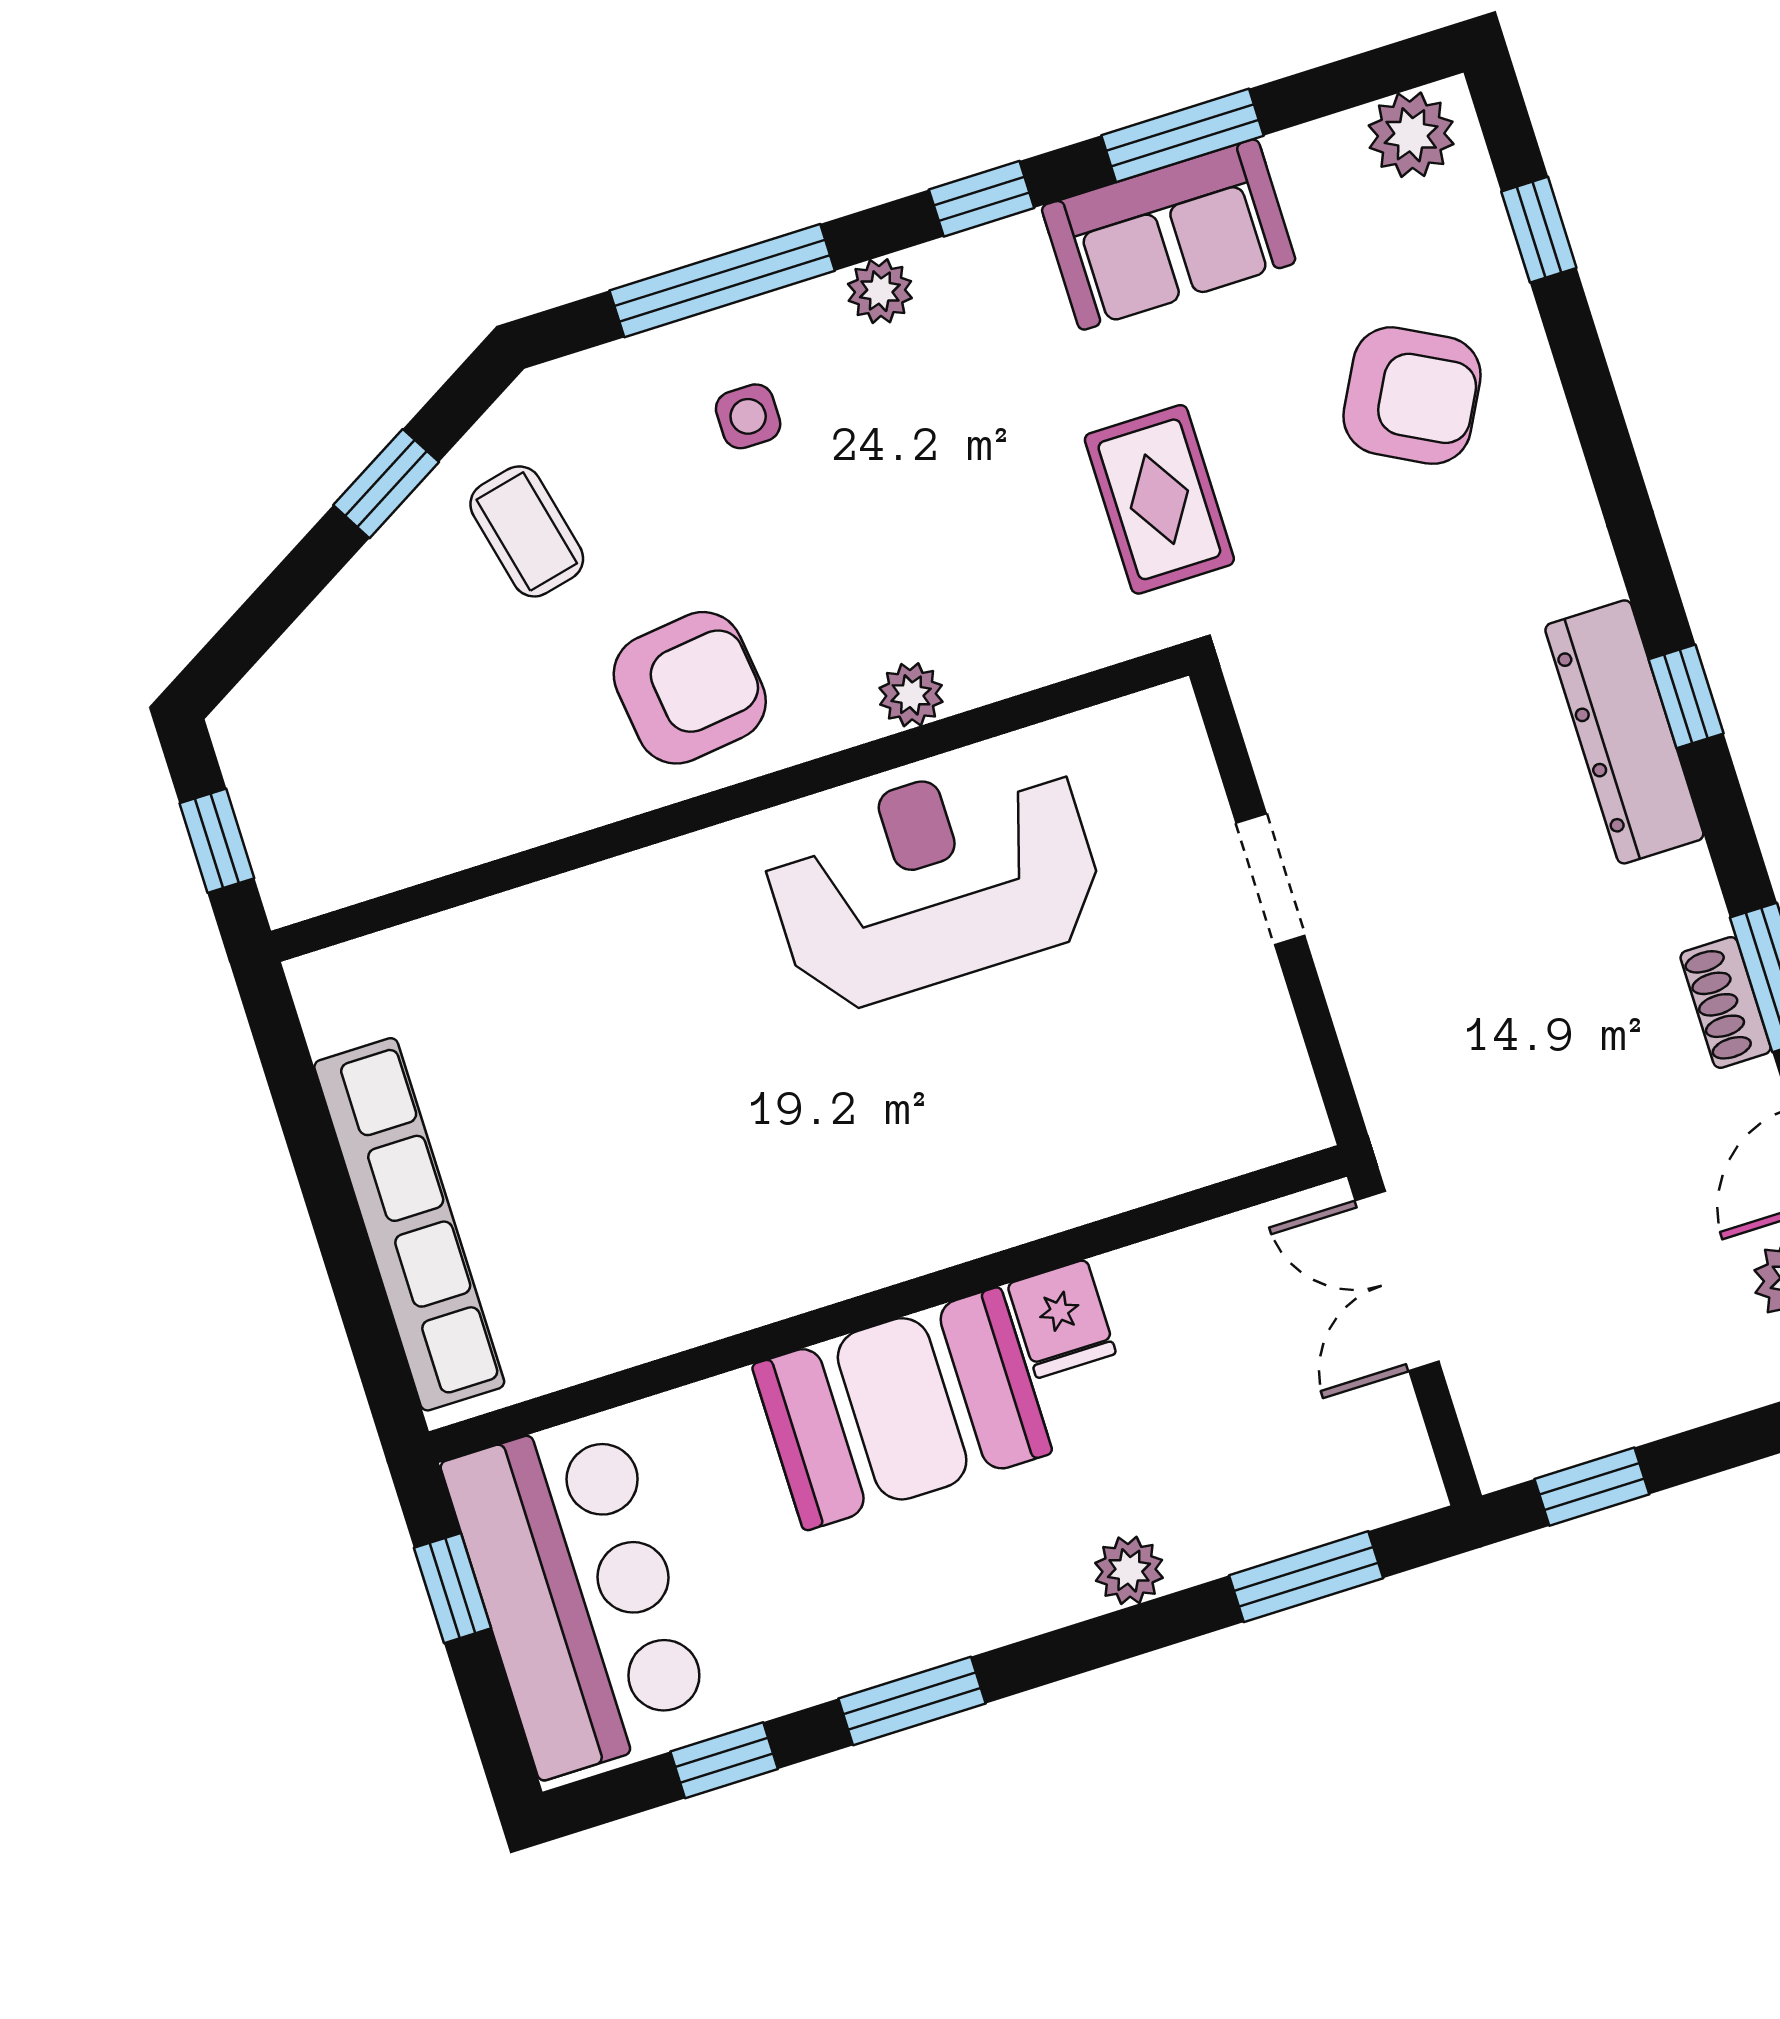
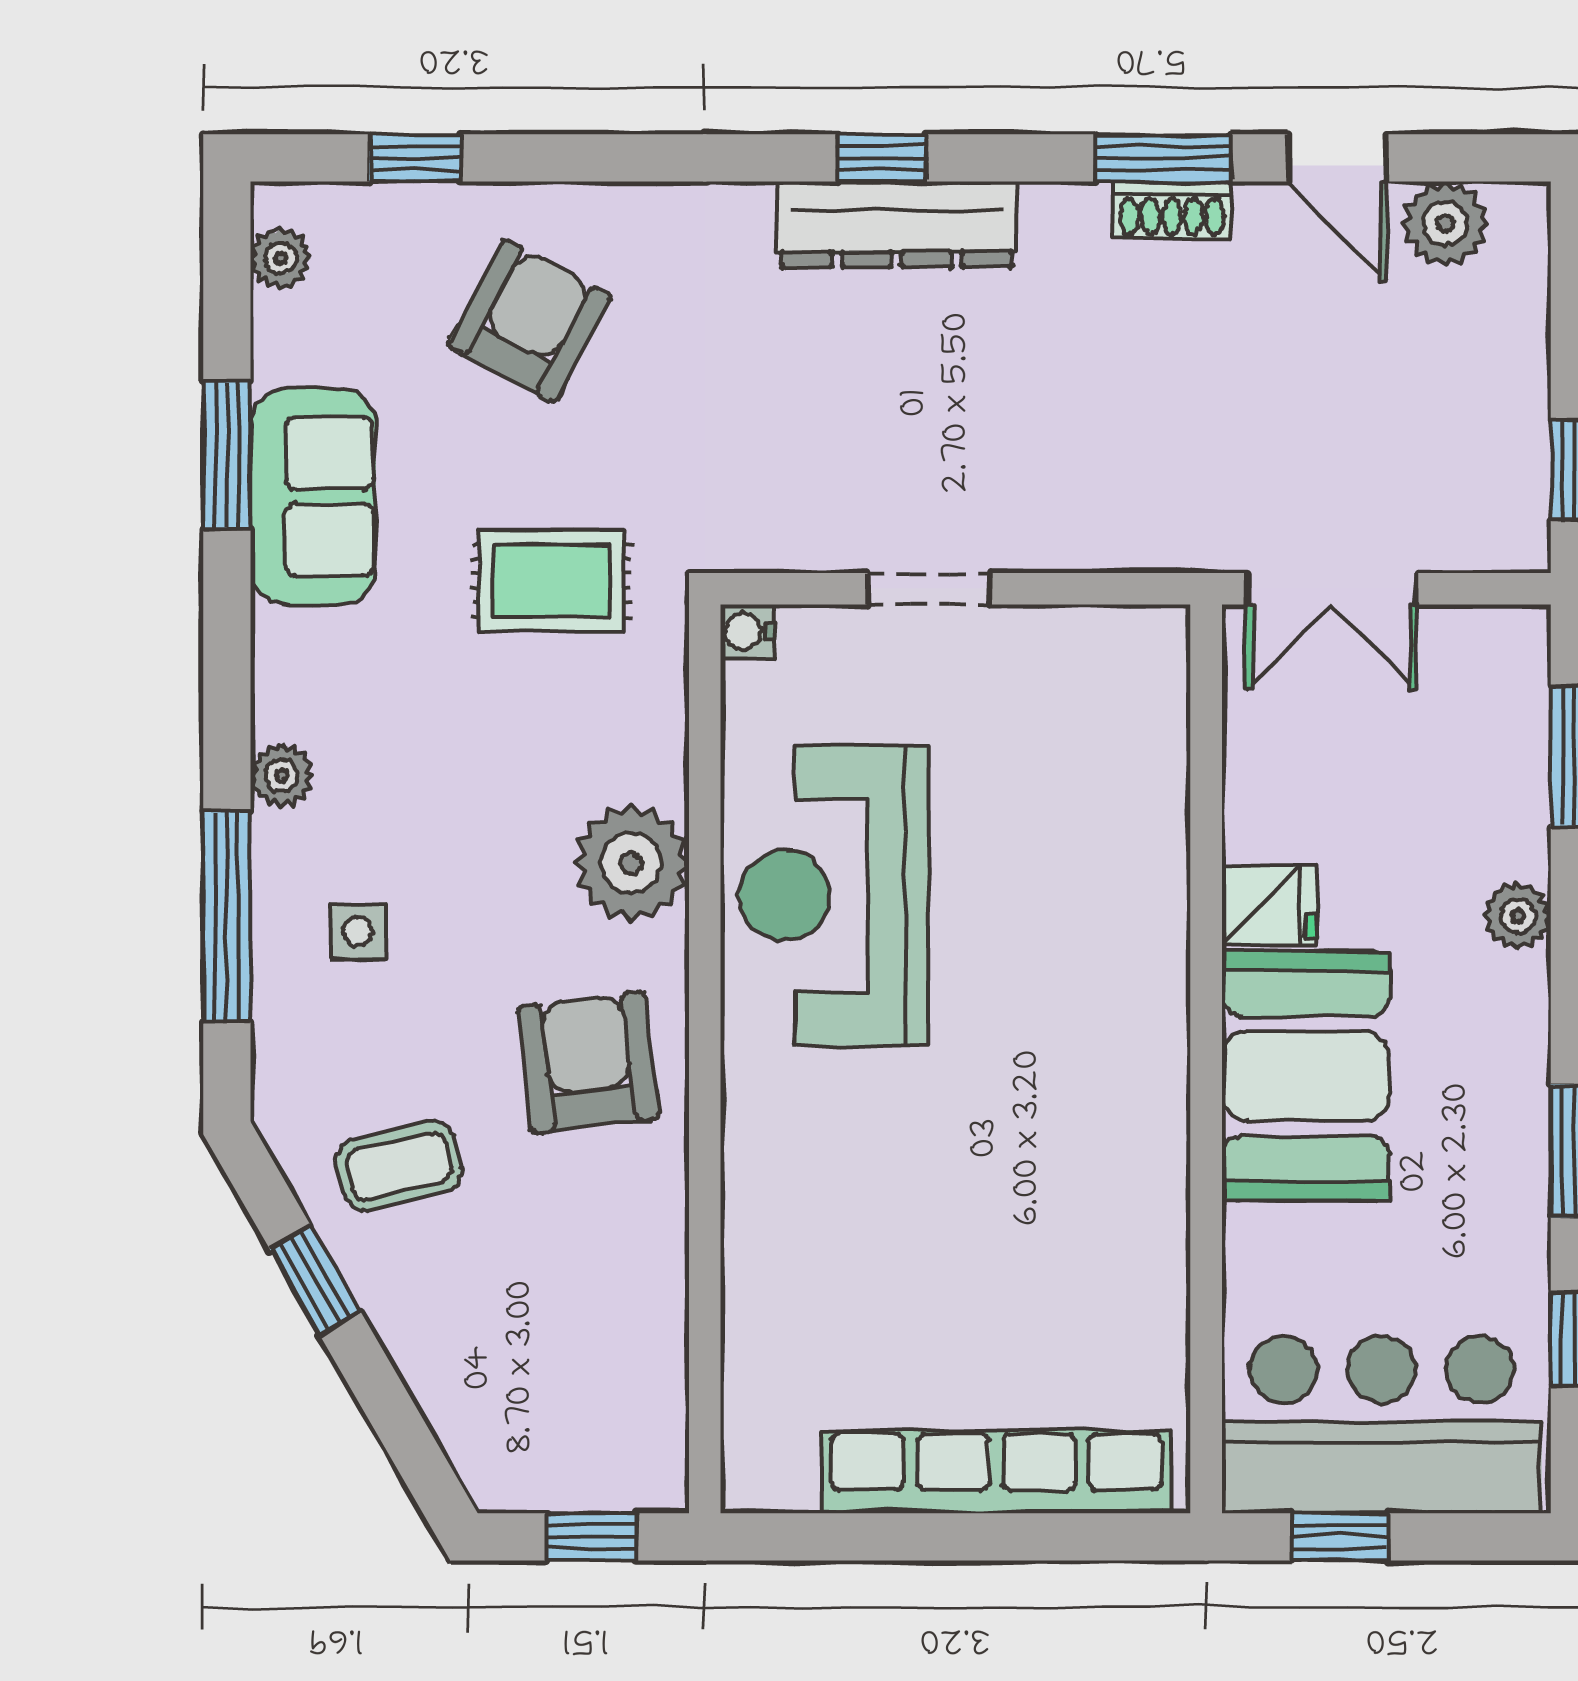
plant: (1411, 135) -> (280, 258), width x0.73, depth x0.73
window: (982, 199) -> (227, 656), removed
plant: (911, 695) -> (631, 863), width x1.88, depth x1.88
water cooler: (1171, 711) -> (747, 631), added

